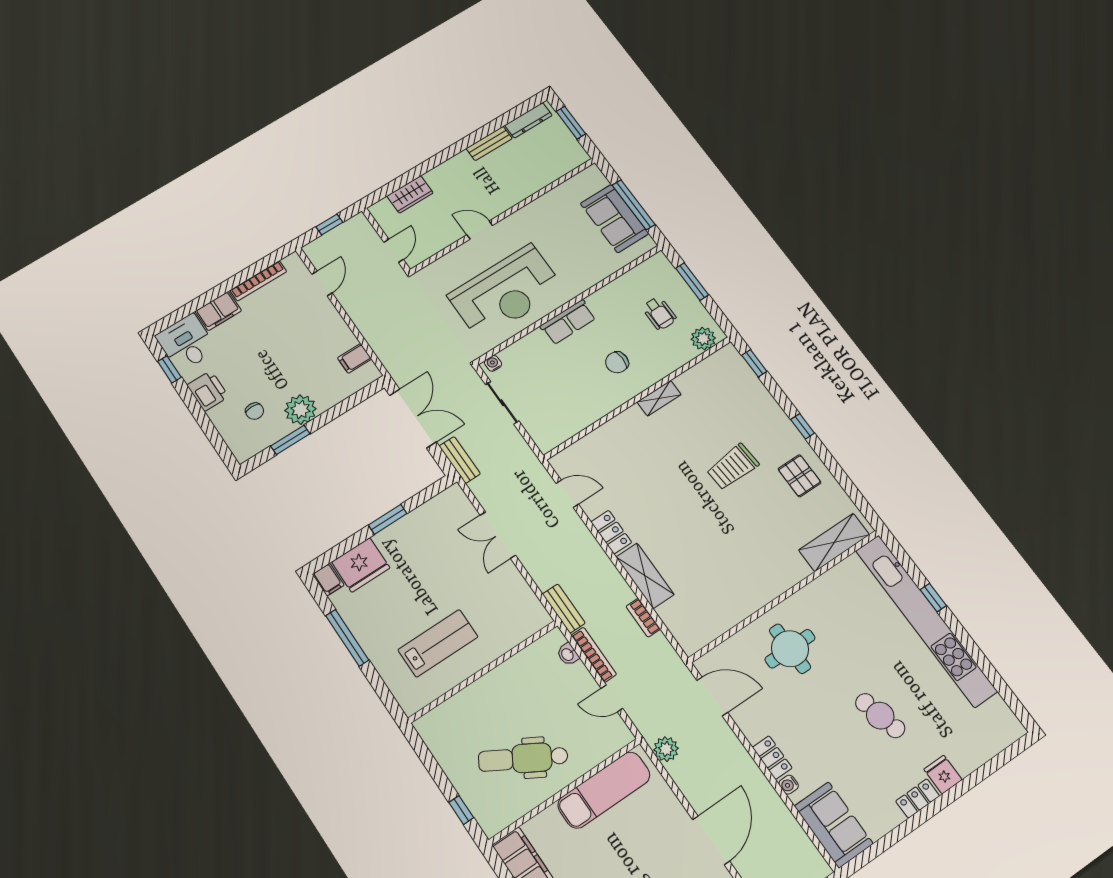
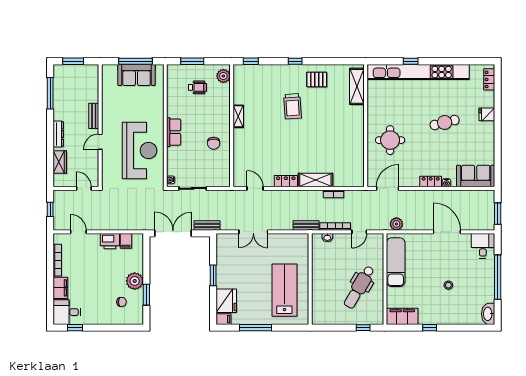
dresser: (528, 120) -> (58, 134), moved
window: (502, 121) -> (50, 93), added
bench: (489, 143) -> (94, 116), moved
chair: (617, 362) -> (214, 143), moved
printer: (208, 391) -> (110, 241), moved, turned 180
door: (567, 494) -> (255, 188), hinge flipped
lab bench: (438, 643) -> (284, 290), width x1.36, depth x1.39
locker: (918, 798) -> (489, 79), moved

